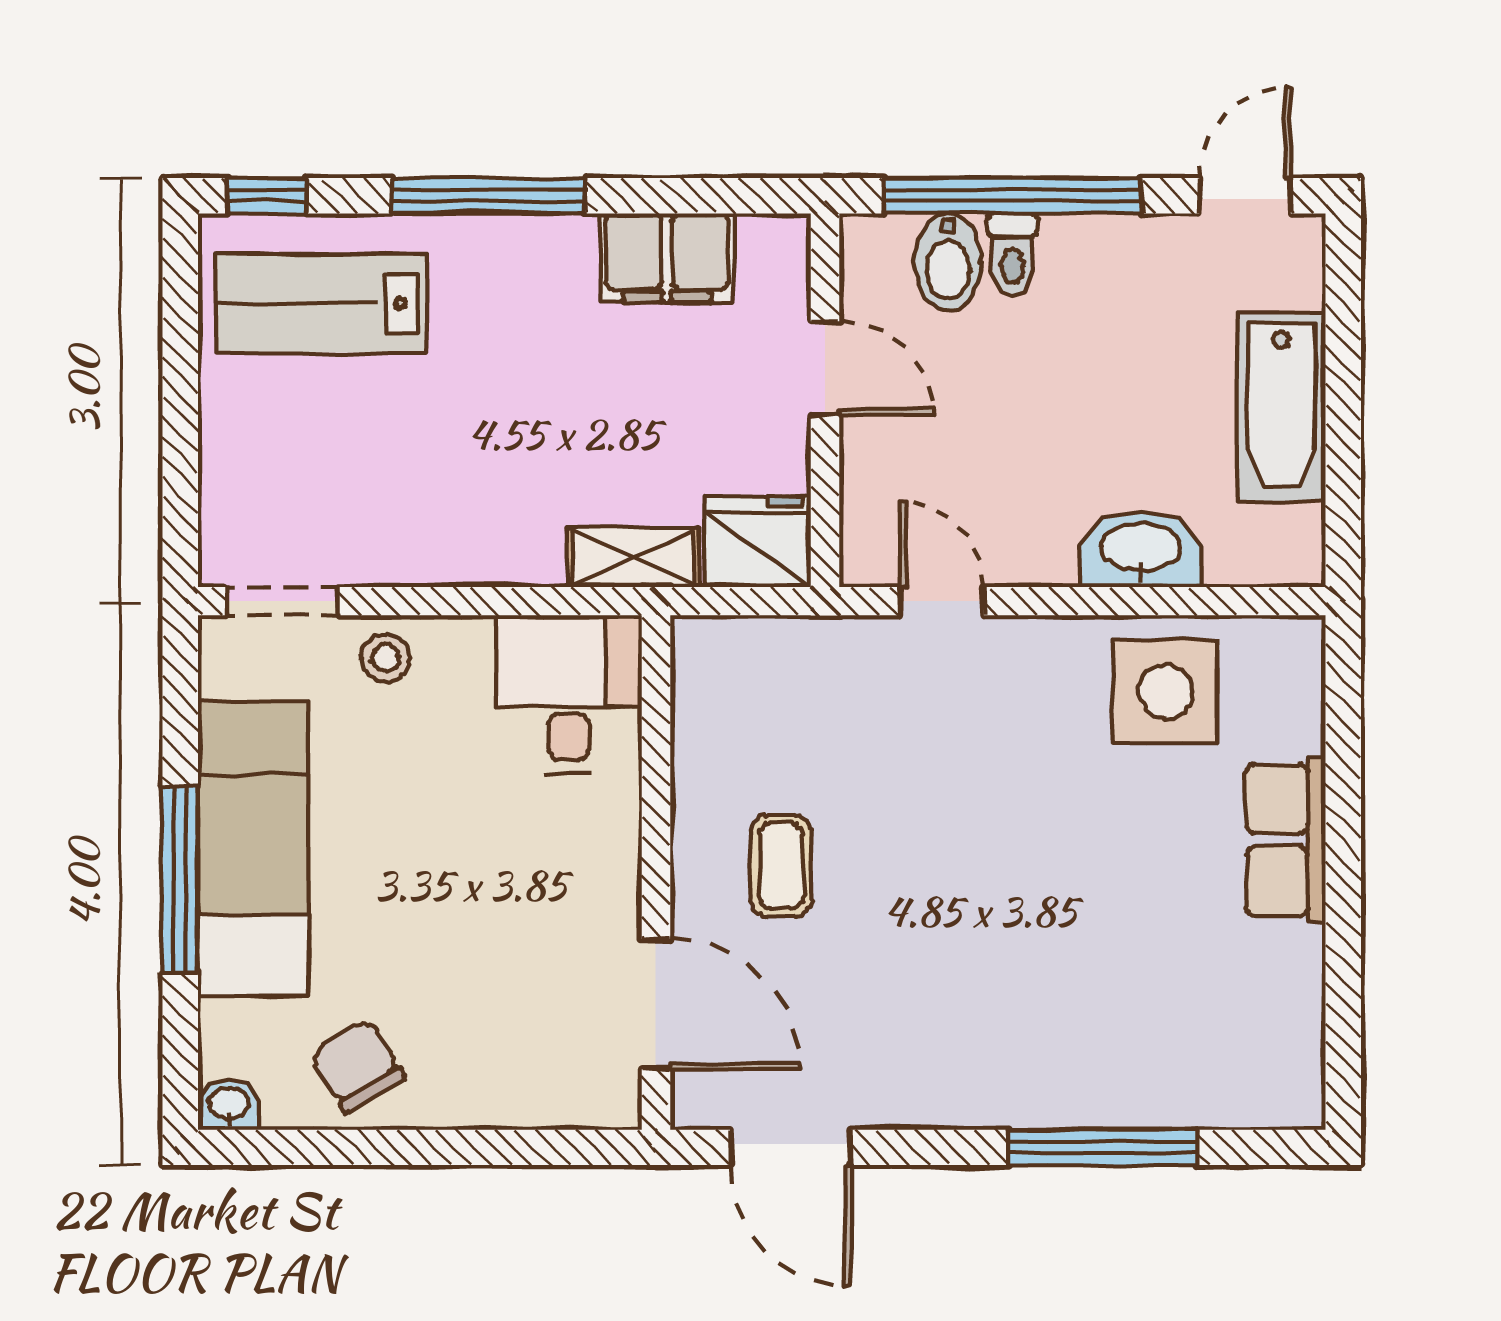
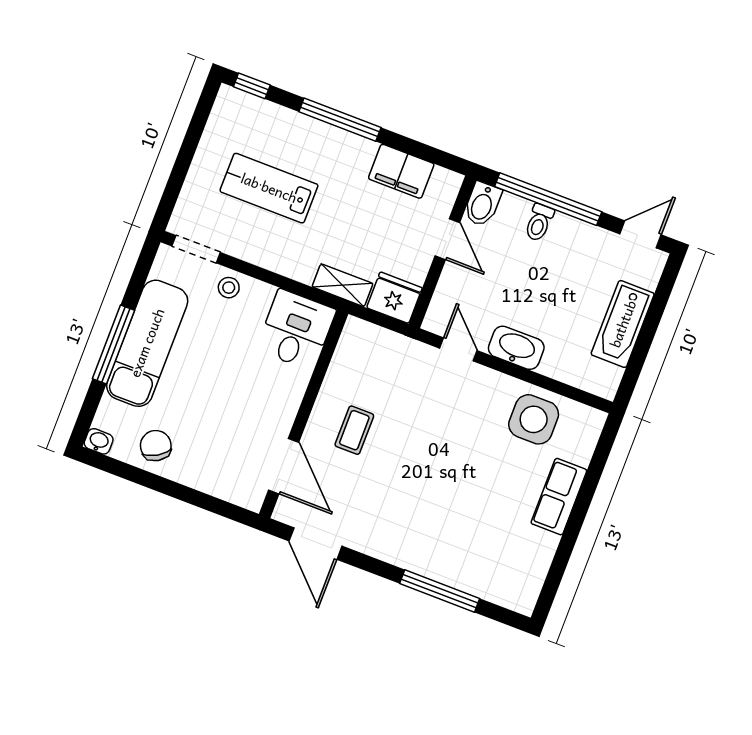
bidet: (948, 262) -> (482, 204), moved
lab bench: (322, 303) -> (269, 188), moved
washbasin: (1141, 549) -> (516, 348), moved

